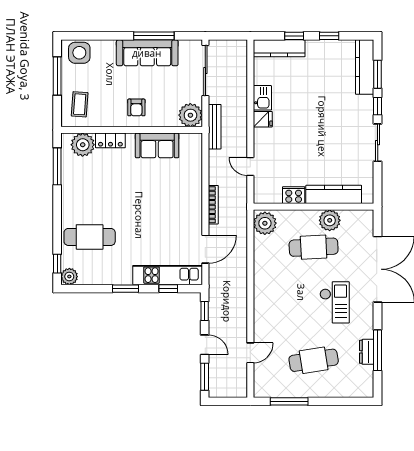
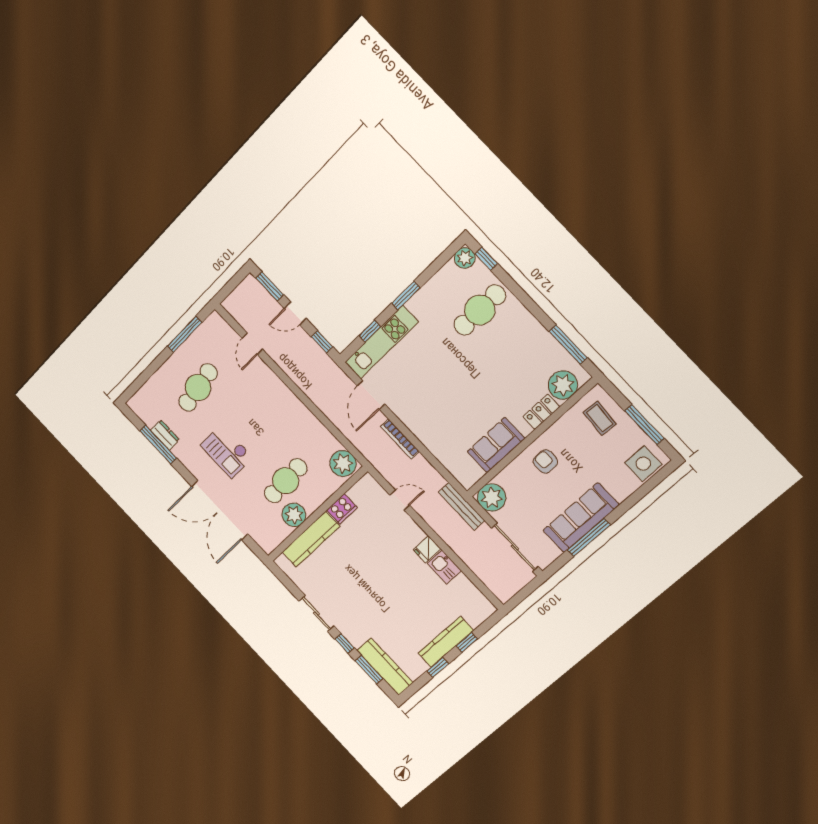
kitchen counter: (279, 48) -> (446, 642), moved

